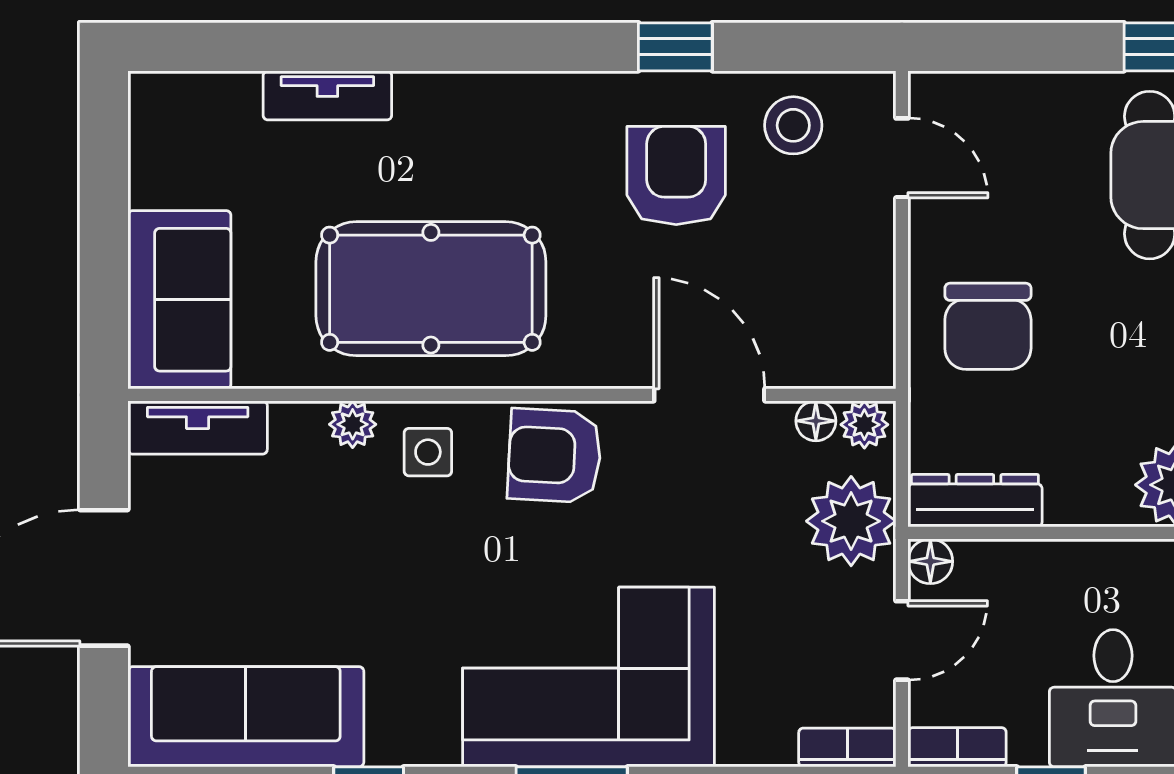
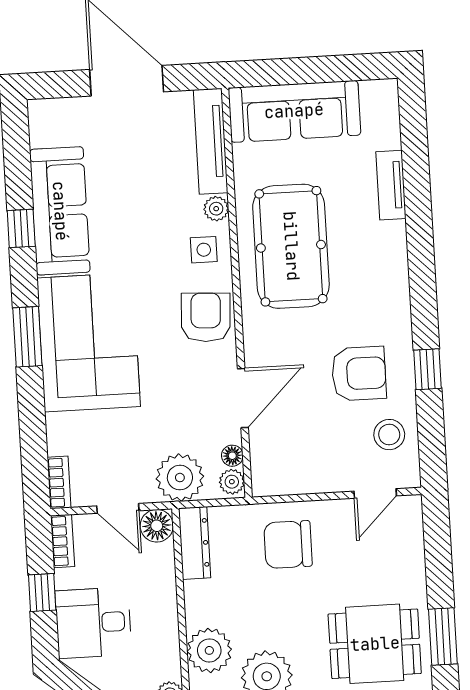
sofa: (179, 300) -> (294, 111), width x1.36
tv unit: (198, 427) -> (211, 141), width x1.41
floor lamp: (930, 561) -> (157, 526), width x1.37, depth x1.37
sofa: (246, 717) -> (60, 211), moved

